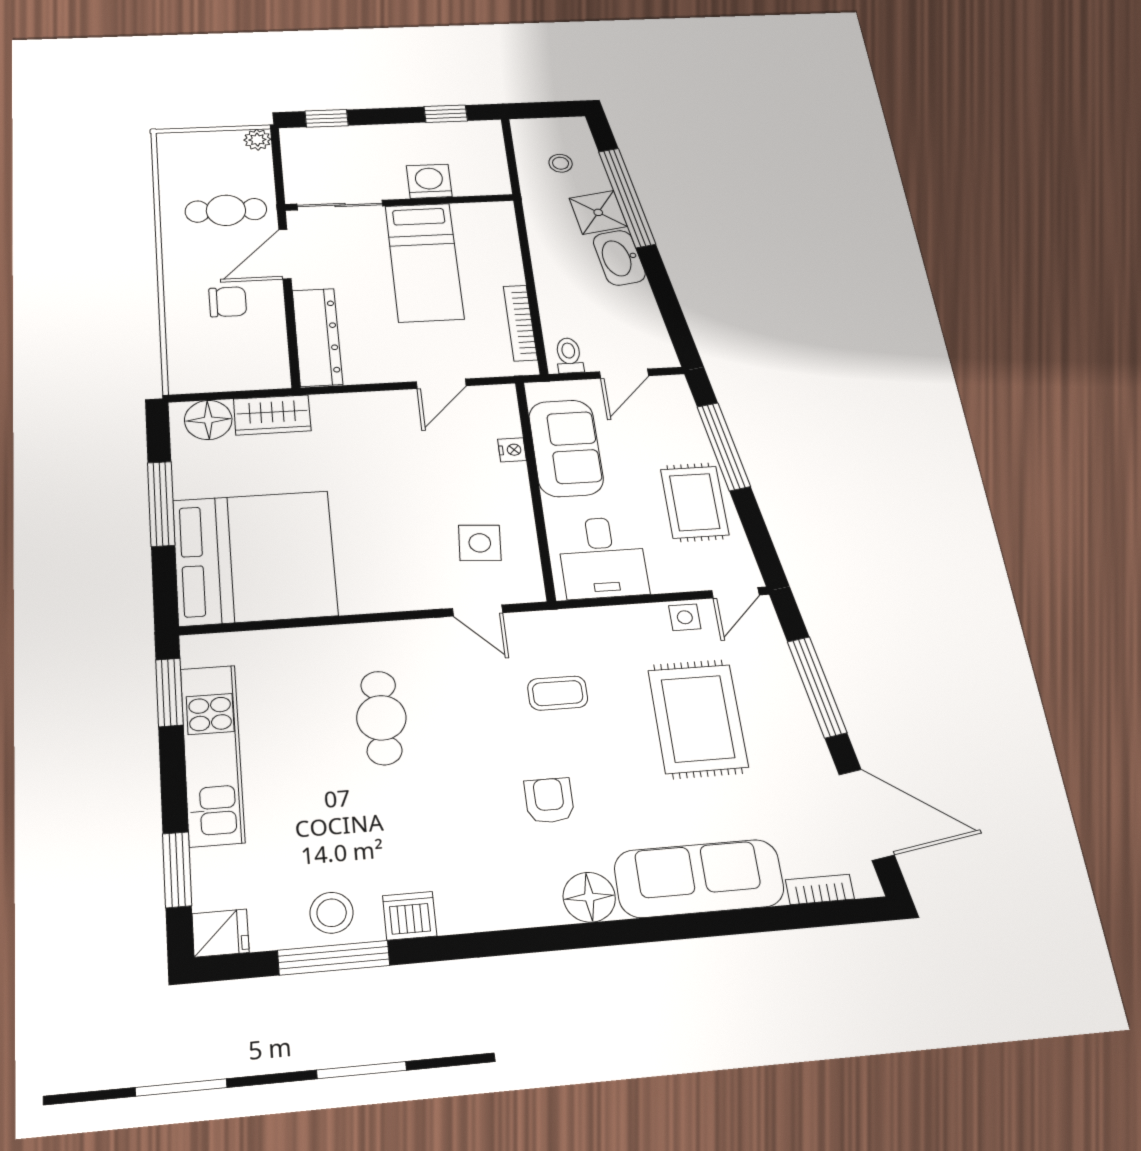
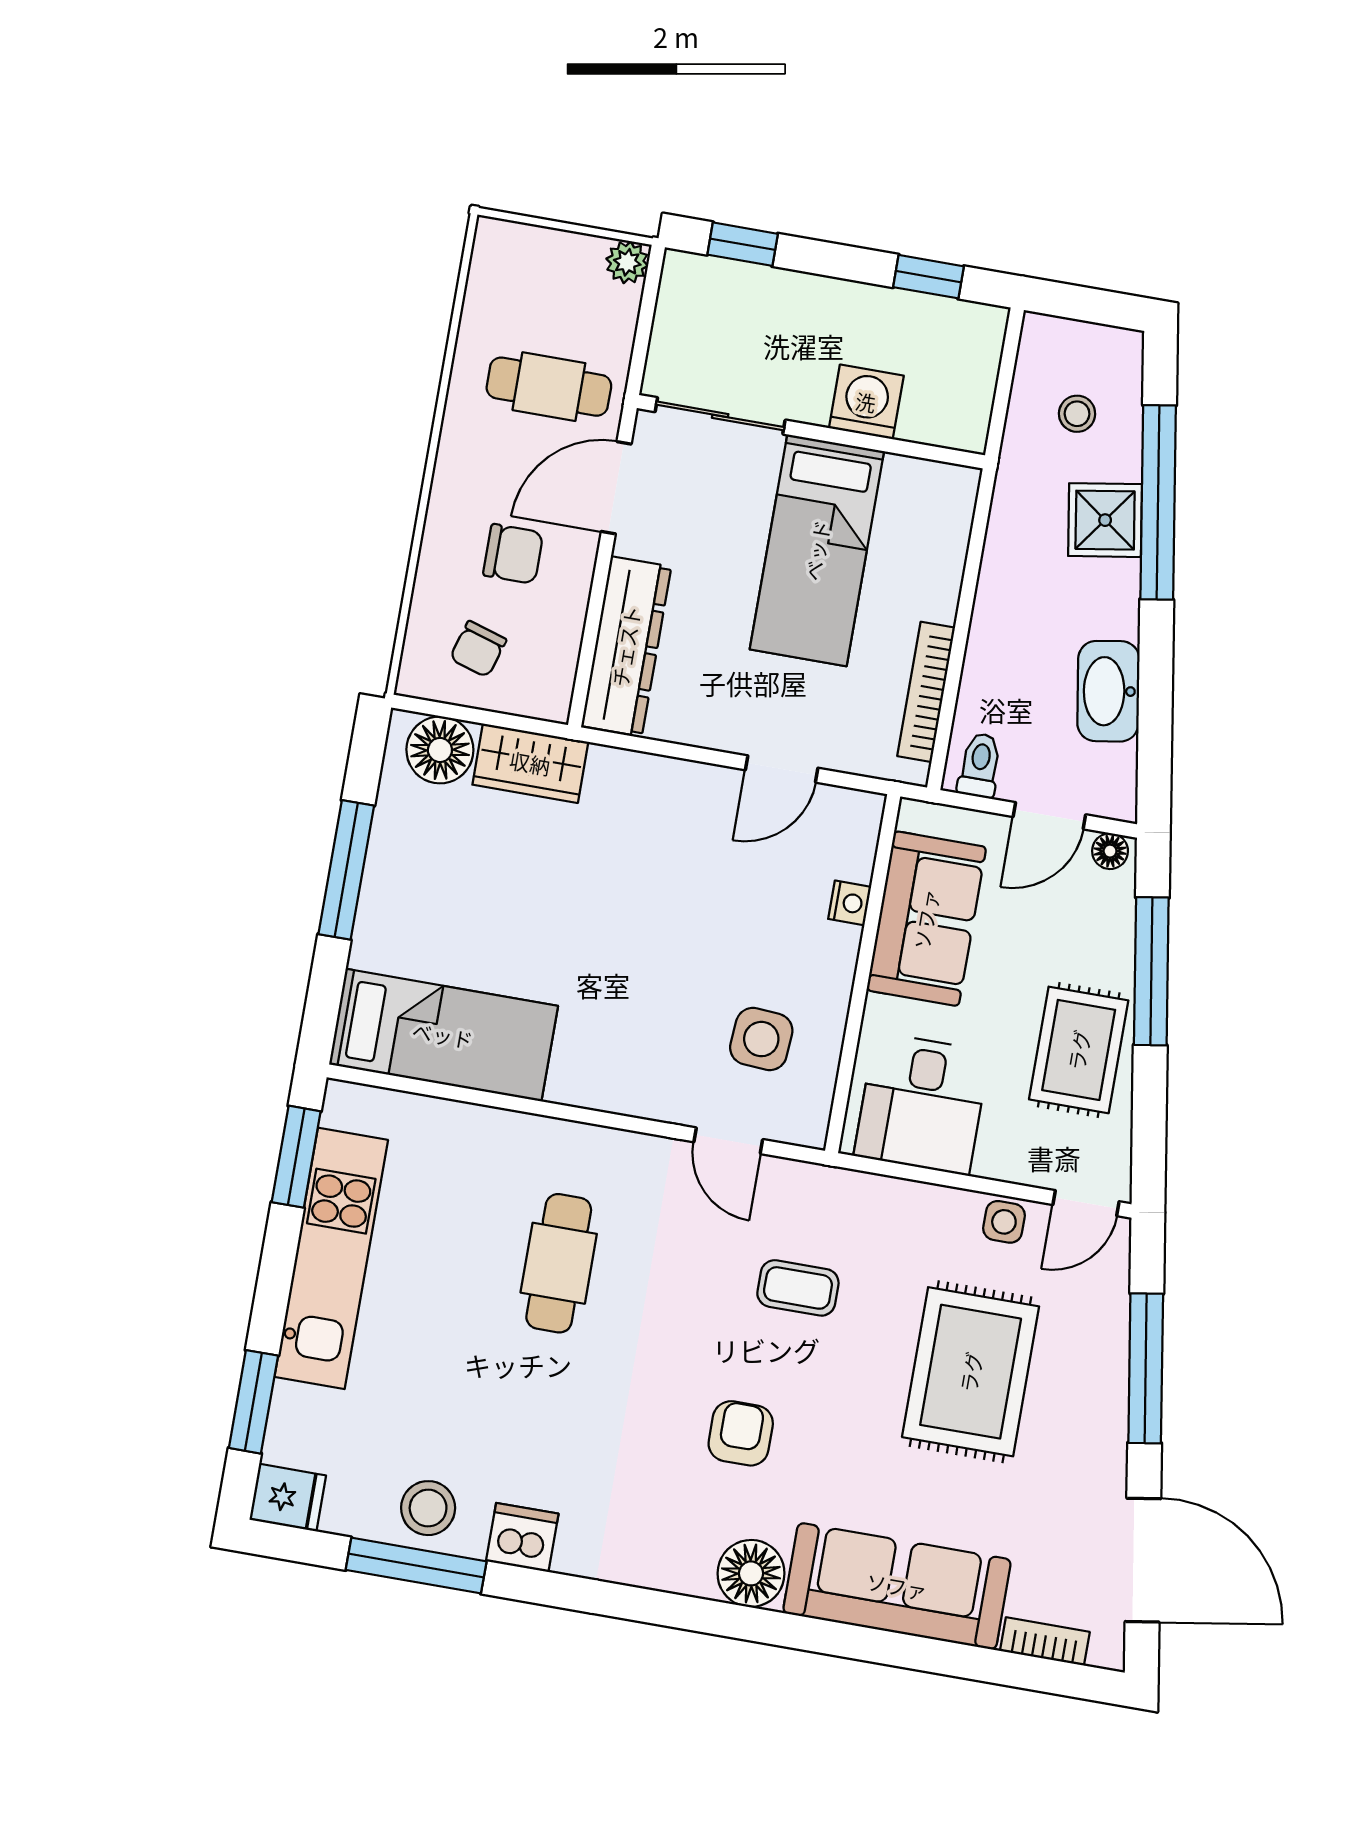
washbasin: (619, 258) -> (1108, 691), moved
chair: (219, 358) -> (478, 649), added
floor lamp: (670, 385) -> (1110, 851), added
bed: (255, 557) -> (443, 1035), width x0.49

